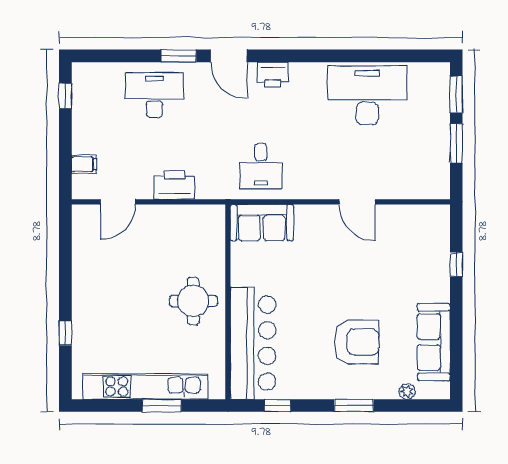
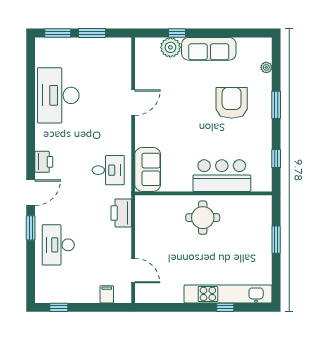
printer: (174, 185) -> (121, 213), moved
plant: (436, 255) -> (170, 47), added
sofa: (434, 342) -> (209, 49), moved
bar counter: (253, 343) -> (222, 176), width x0.73
kitchen unit: (146, 386) -> (228, 294), moved, turned 90

